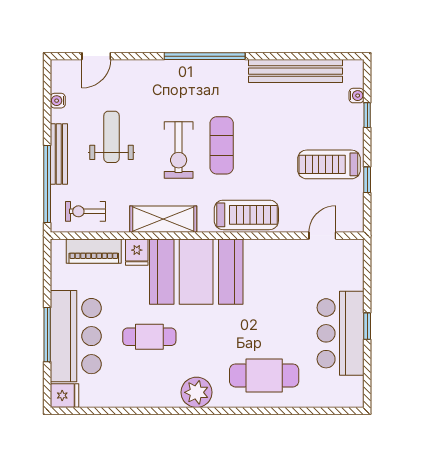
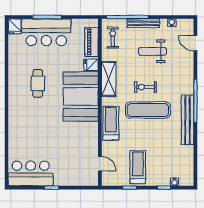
bench: (295, 71) -> (188, 120), moved
weight bench: (111, 137) -> (152, 51), turned 180
exercise mat: (222, 145) -> (148, 110), width x1.36, depth x1.45
exercise bike: (179, 150) -> (145, 87), width x0.73, depth x0.72
treadmill: (246, 215) -> (111, 123), turned 180
bar counter: (341, 333) -> (31, 173), moved
cafe table: (149, 337) -> (38, 83), moved
cafe table: (264, 375) -> (25, 133), removed
plant: (197, 392) -> (16, 97), removed

